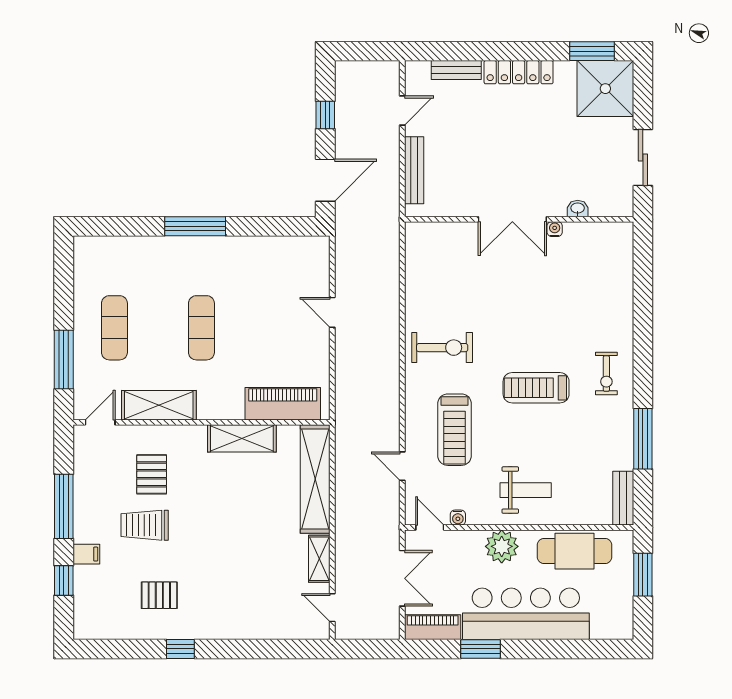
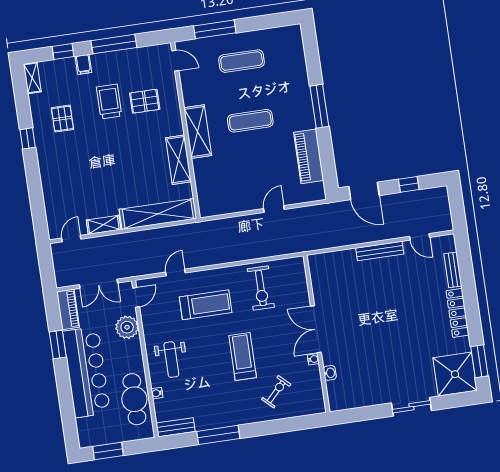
washbasin: (578, 209) -> (330, 373), moved
double door: (512, 219) -> (316, 329), moved
wall: (519, 219) -> (317, 334), moved
water cooler: (555, 229) -> (313, 359), moved
exercise bike: (606, 374) -> (276, 392), moved, turned 134
piano: (283, 404) -> (309, 156), moved, turned 180
shelving: (159, 405) -> (198, 132), moved
treadmill: (455, 430) -> (206, 305), turned 180
water cooler: (458, 518) -> (157, 393), moved
plant: (502, 546) -> (127, 327), moved
window: (643, 575) -> (108, 451), moved
shelving: (95, 630) -> (32, 78), added

